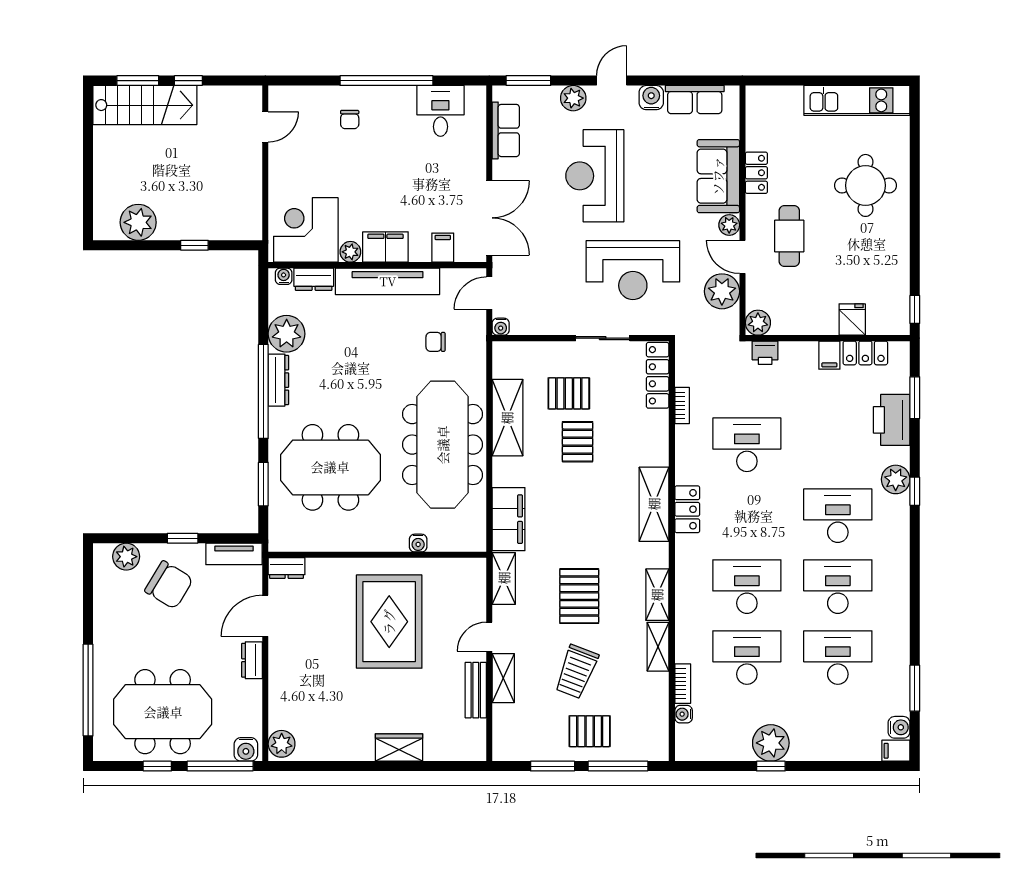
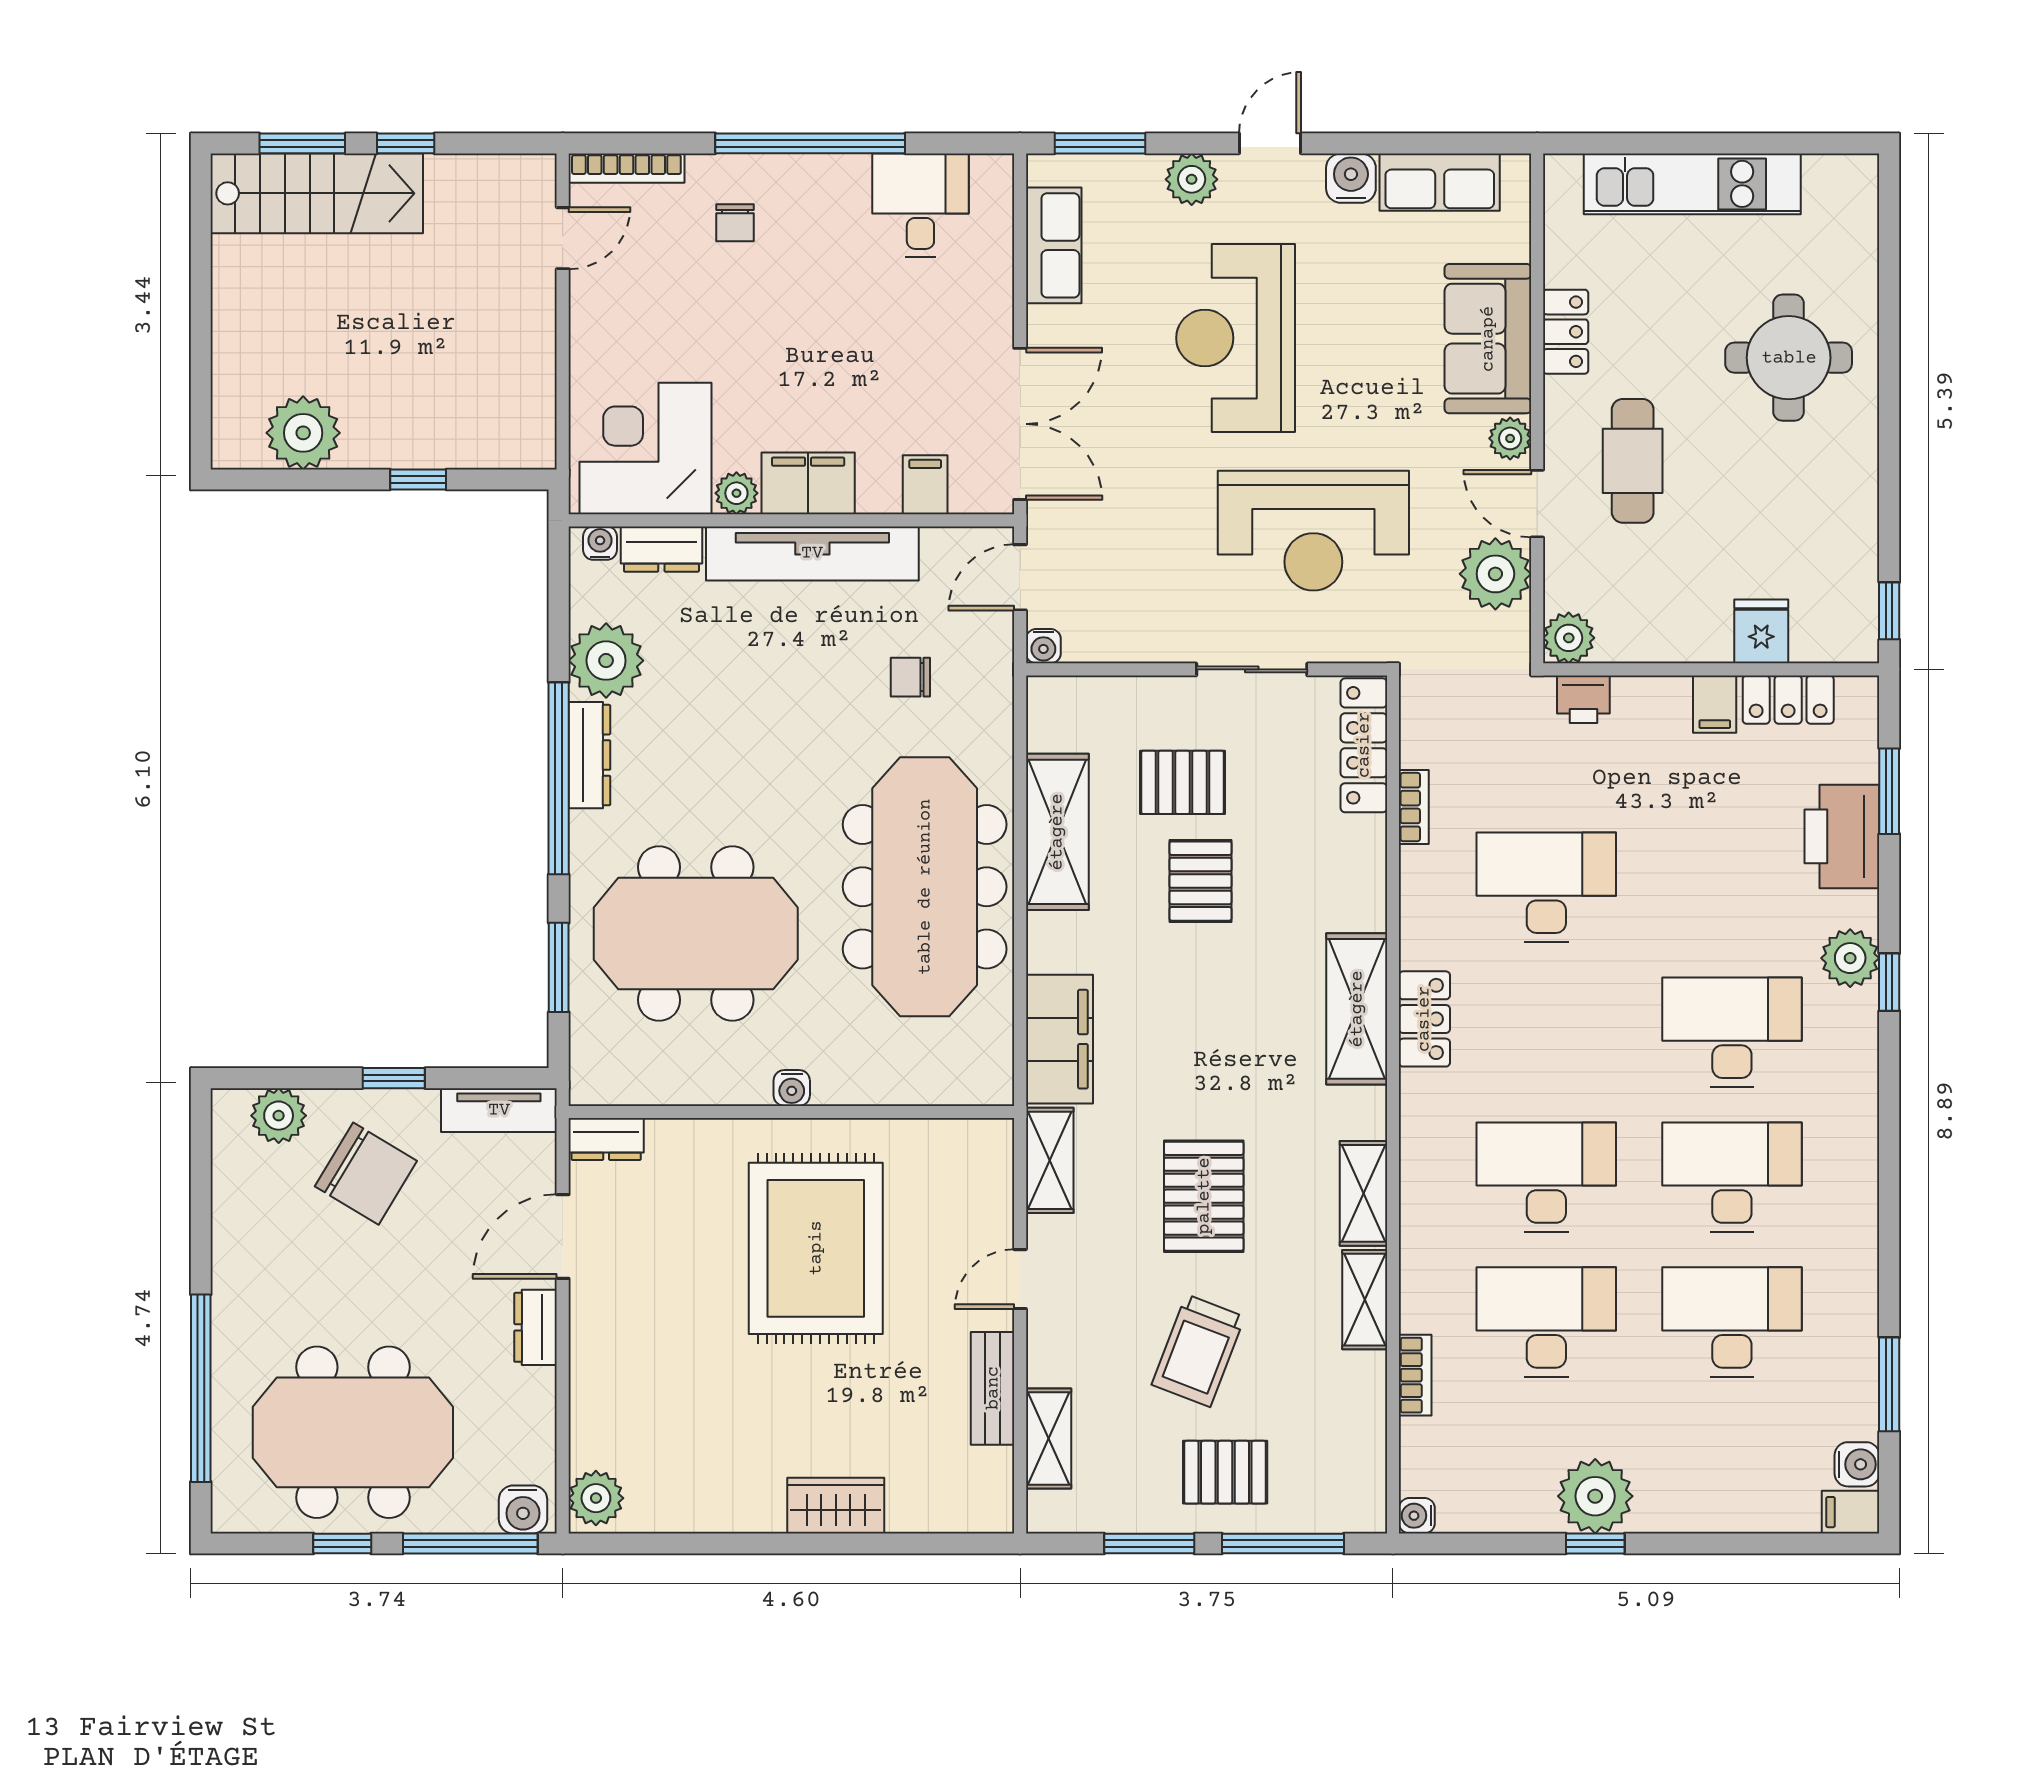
bookcase: (297, 93) -> (626, 168), added
kitchen unit: (857, 100) -> (1692, 184), moved
water cooler: (418, 543) -> (792, 1088), moved
shelving: (503, 678) -> (1049, 1438), moved
water cooler: (684, 714) -> (1417, 1516), moved

